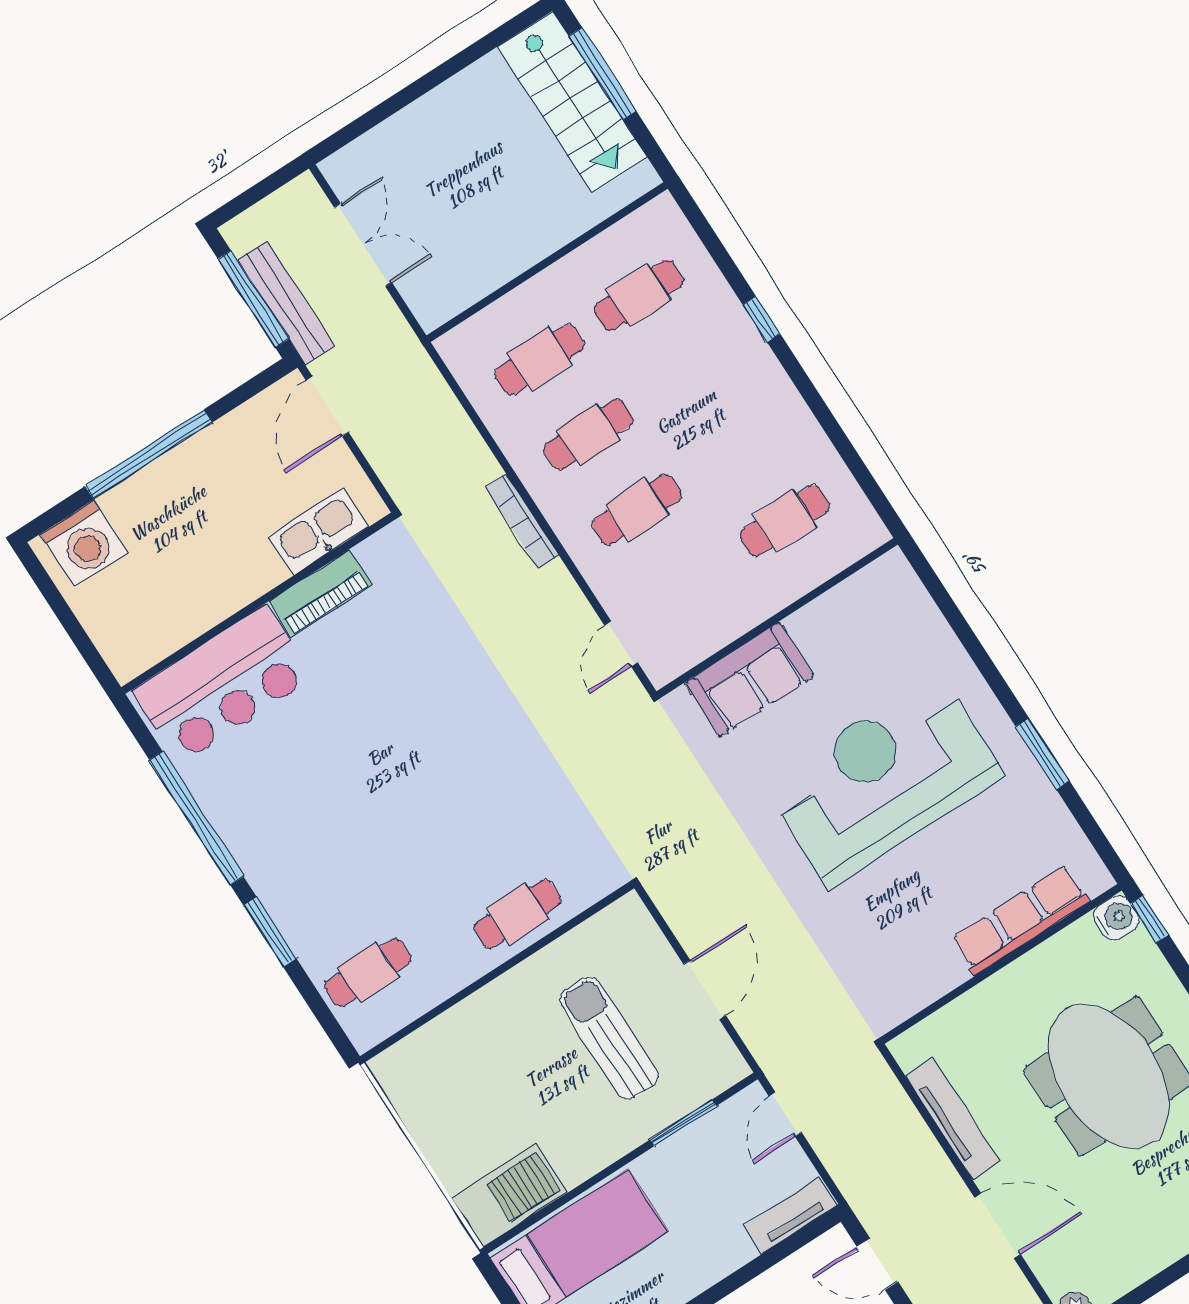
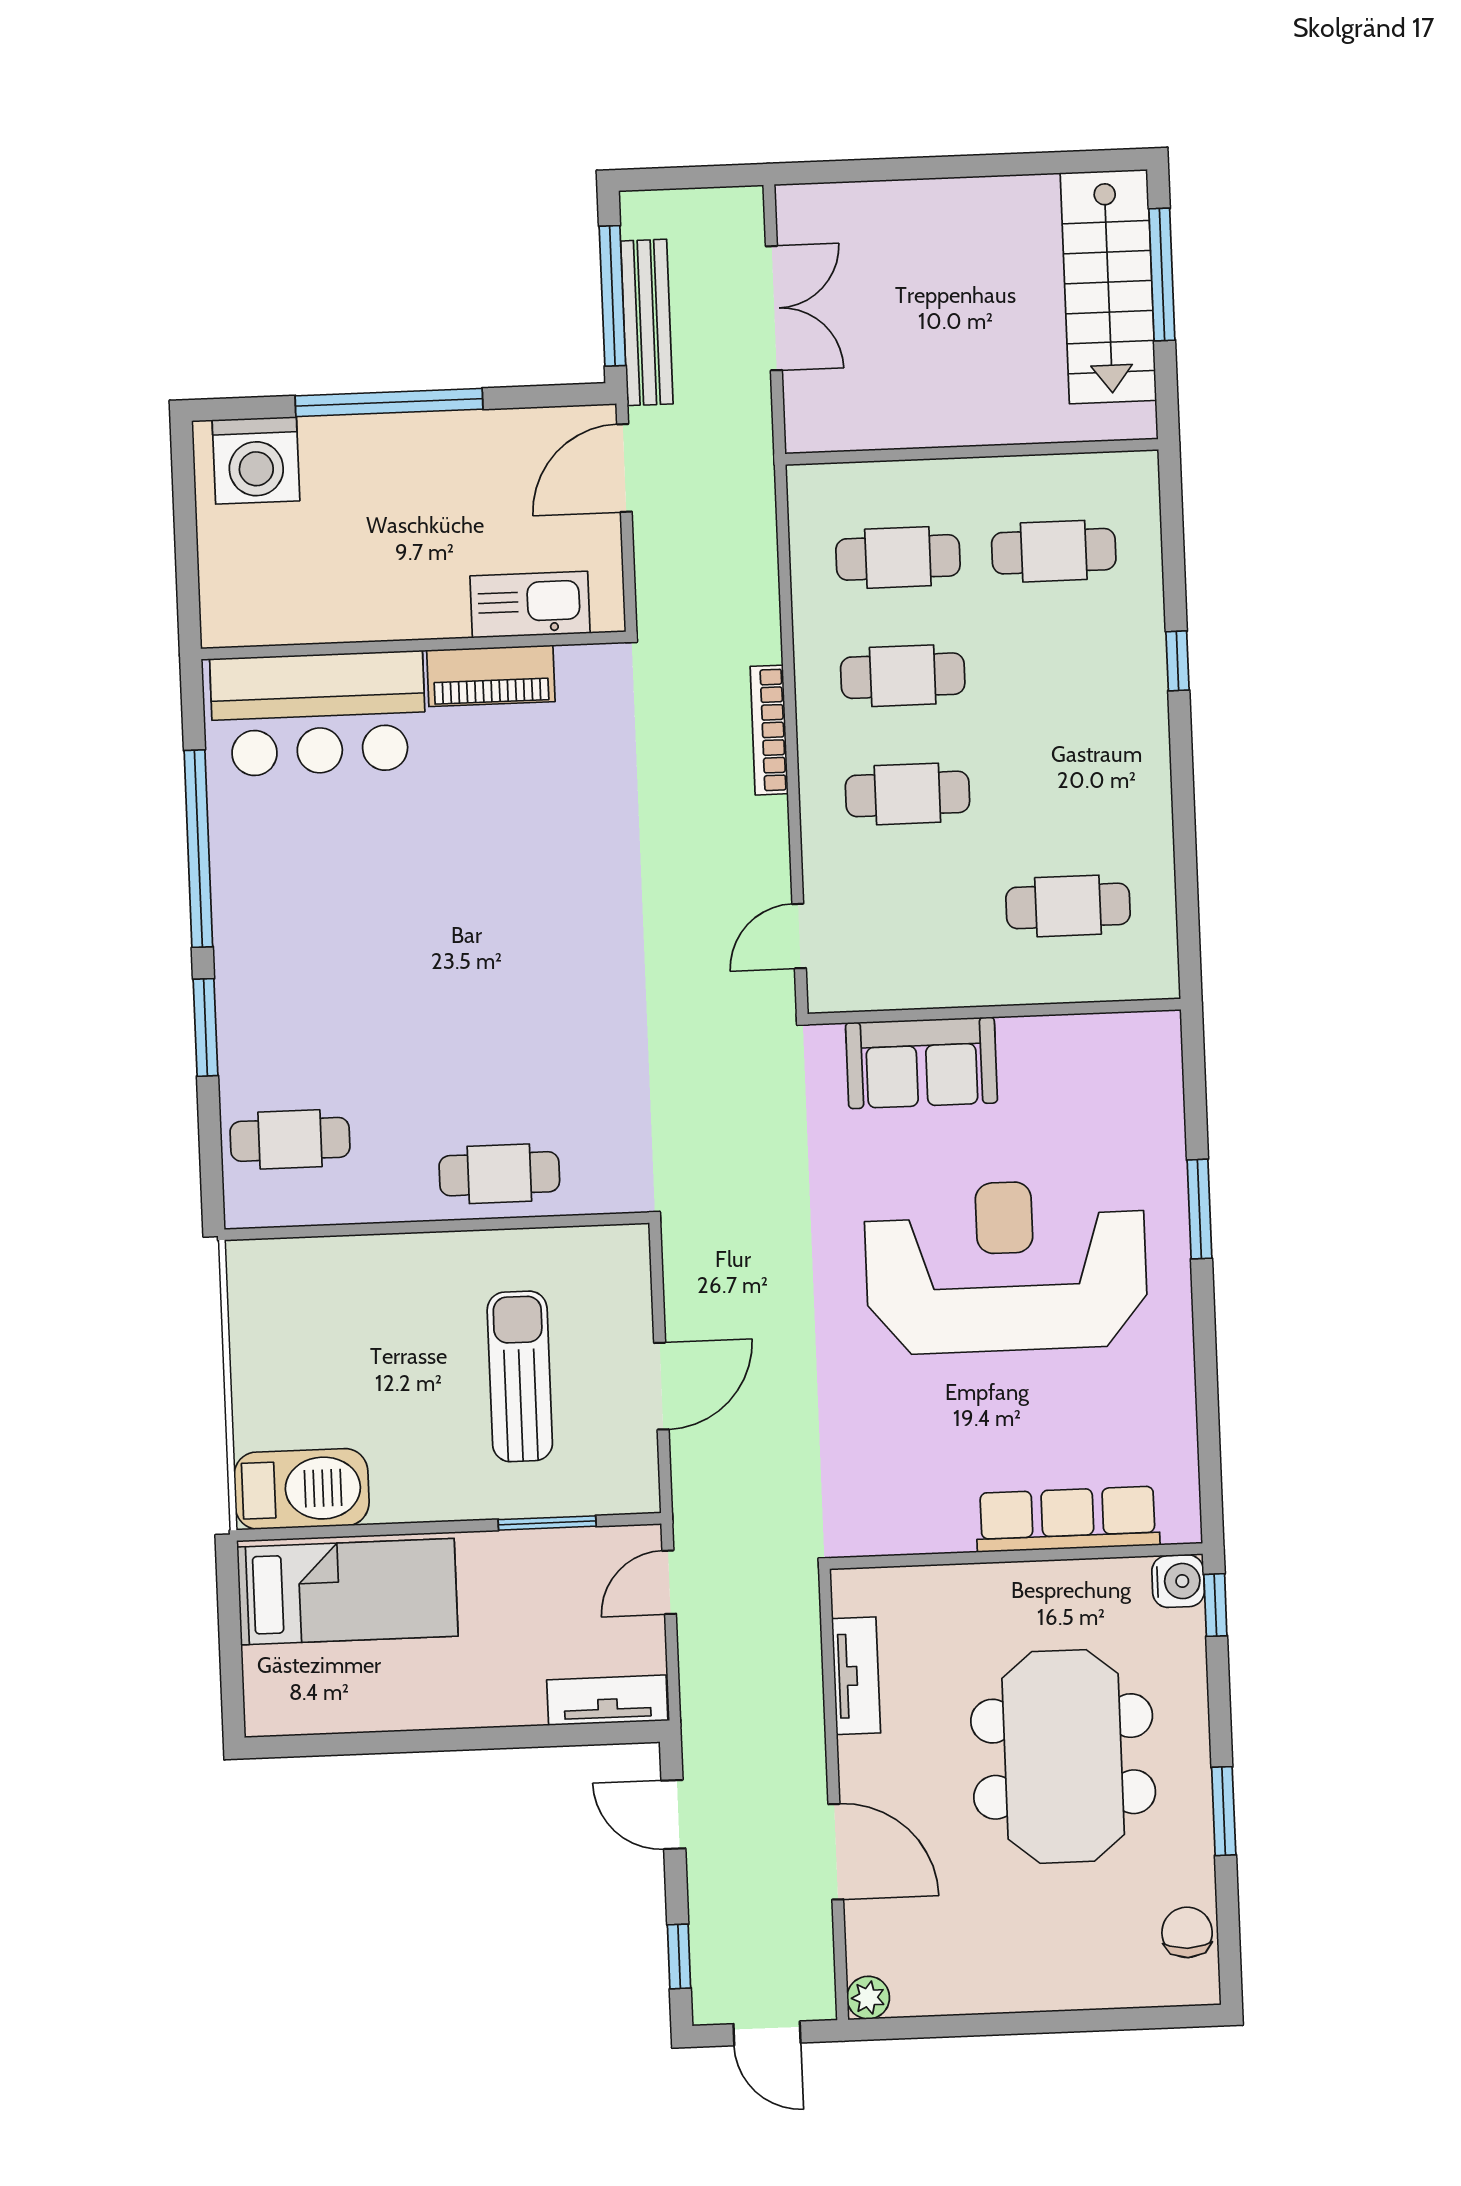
window: (1043, 754) -> (1199, 1209), moved
tv unit: (953, 1118) -> (856, 1676), width x0.71

